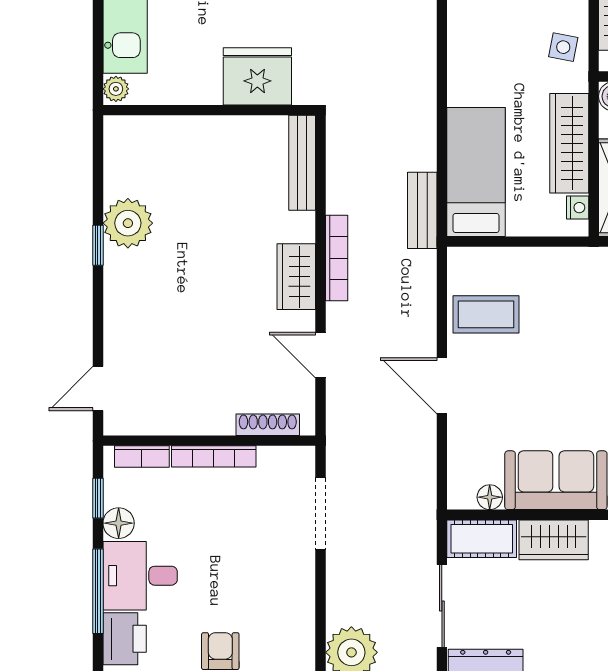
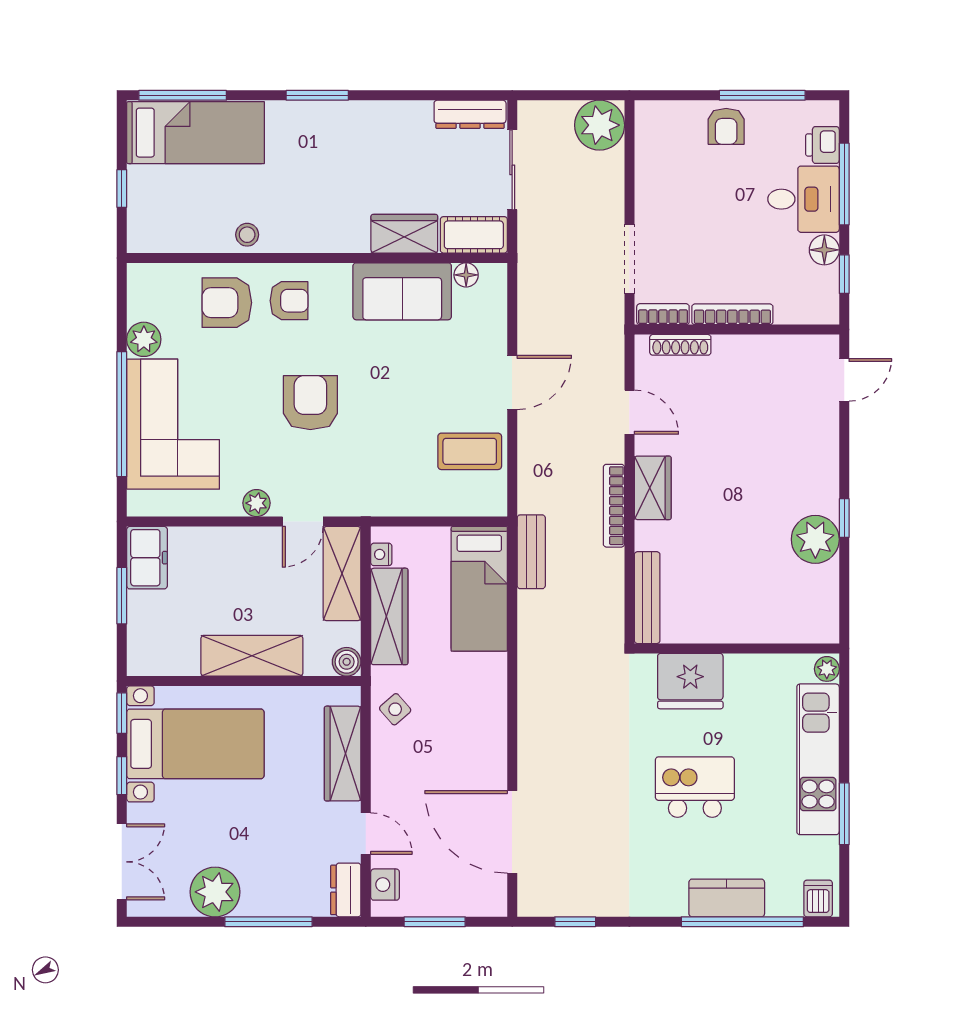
side table: (563, 47) -> (395, 709), turned 38
door: (442, 386) -> (512, 382), hinge flipped
bookcase: (142, 457) -> (663, 314), moved
printer: (125, 639) -> (822, 145), width x0.73, depth x0.81

